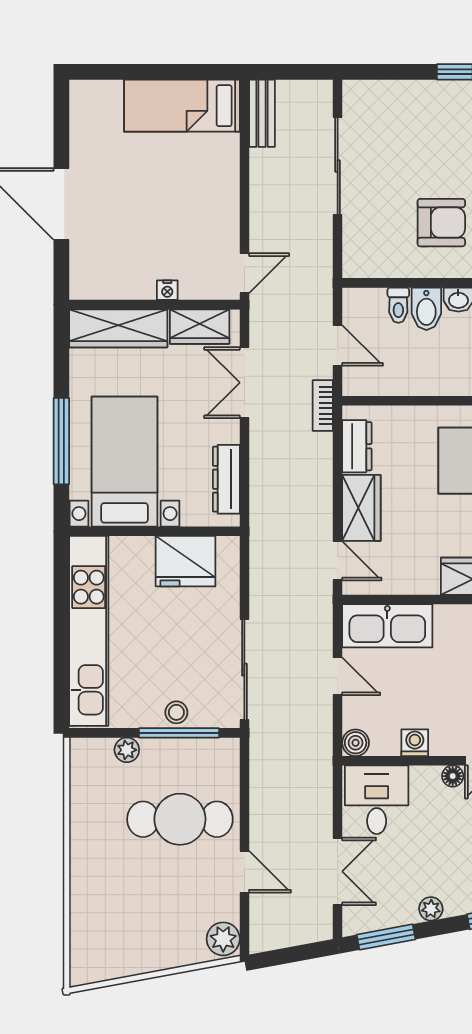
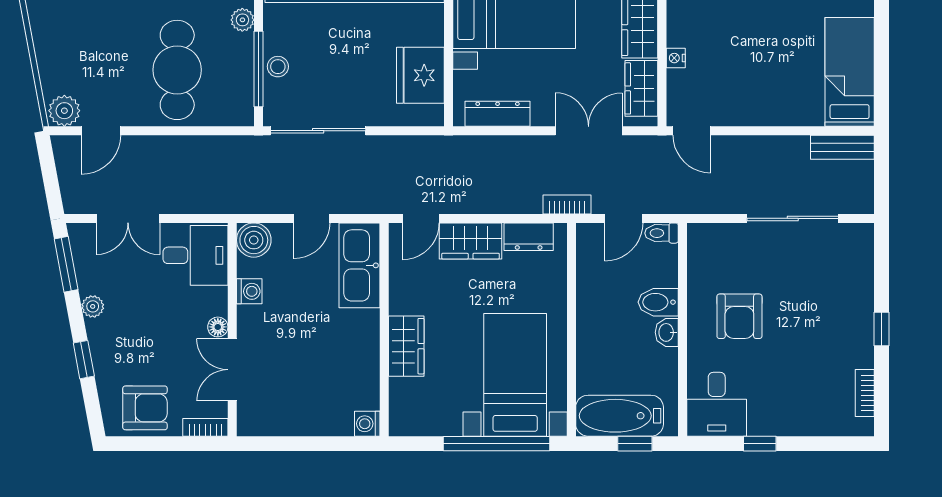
toilet: (398, 305) -> (662, 233), moved
boiler: (356, 743) -> (254, 240), width x1.36, depth x1.36
door: (244, 872) -> (101, 131), moved

